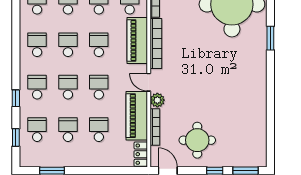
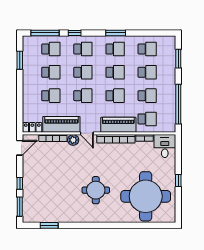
window: (270, 38) -> (49, 225), moved
window: (16, 44) -> (116, 33), added
door: (149, 82) -> (87, 133), swing flipped
window: (16, 137) -> (45, 33), width x2.17
round table: (197, 140) -> (96, 190), moved

